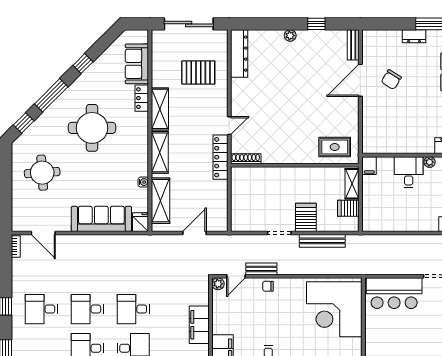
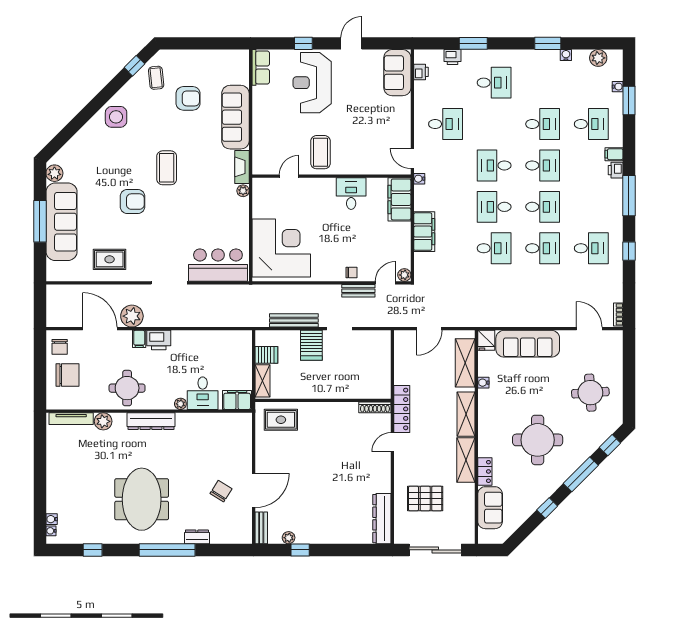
plant: (290, 36) -> (289, 538), moved
filing cabinet: (369, 166) -> (237, 400), width x2.00

